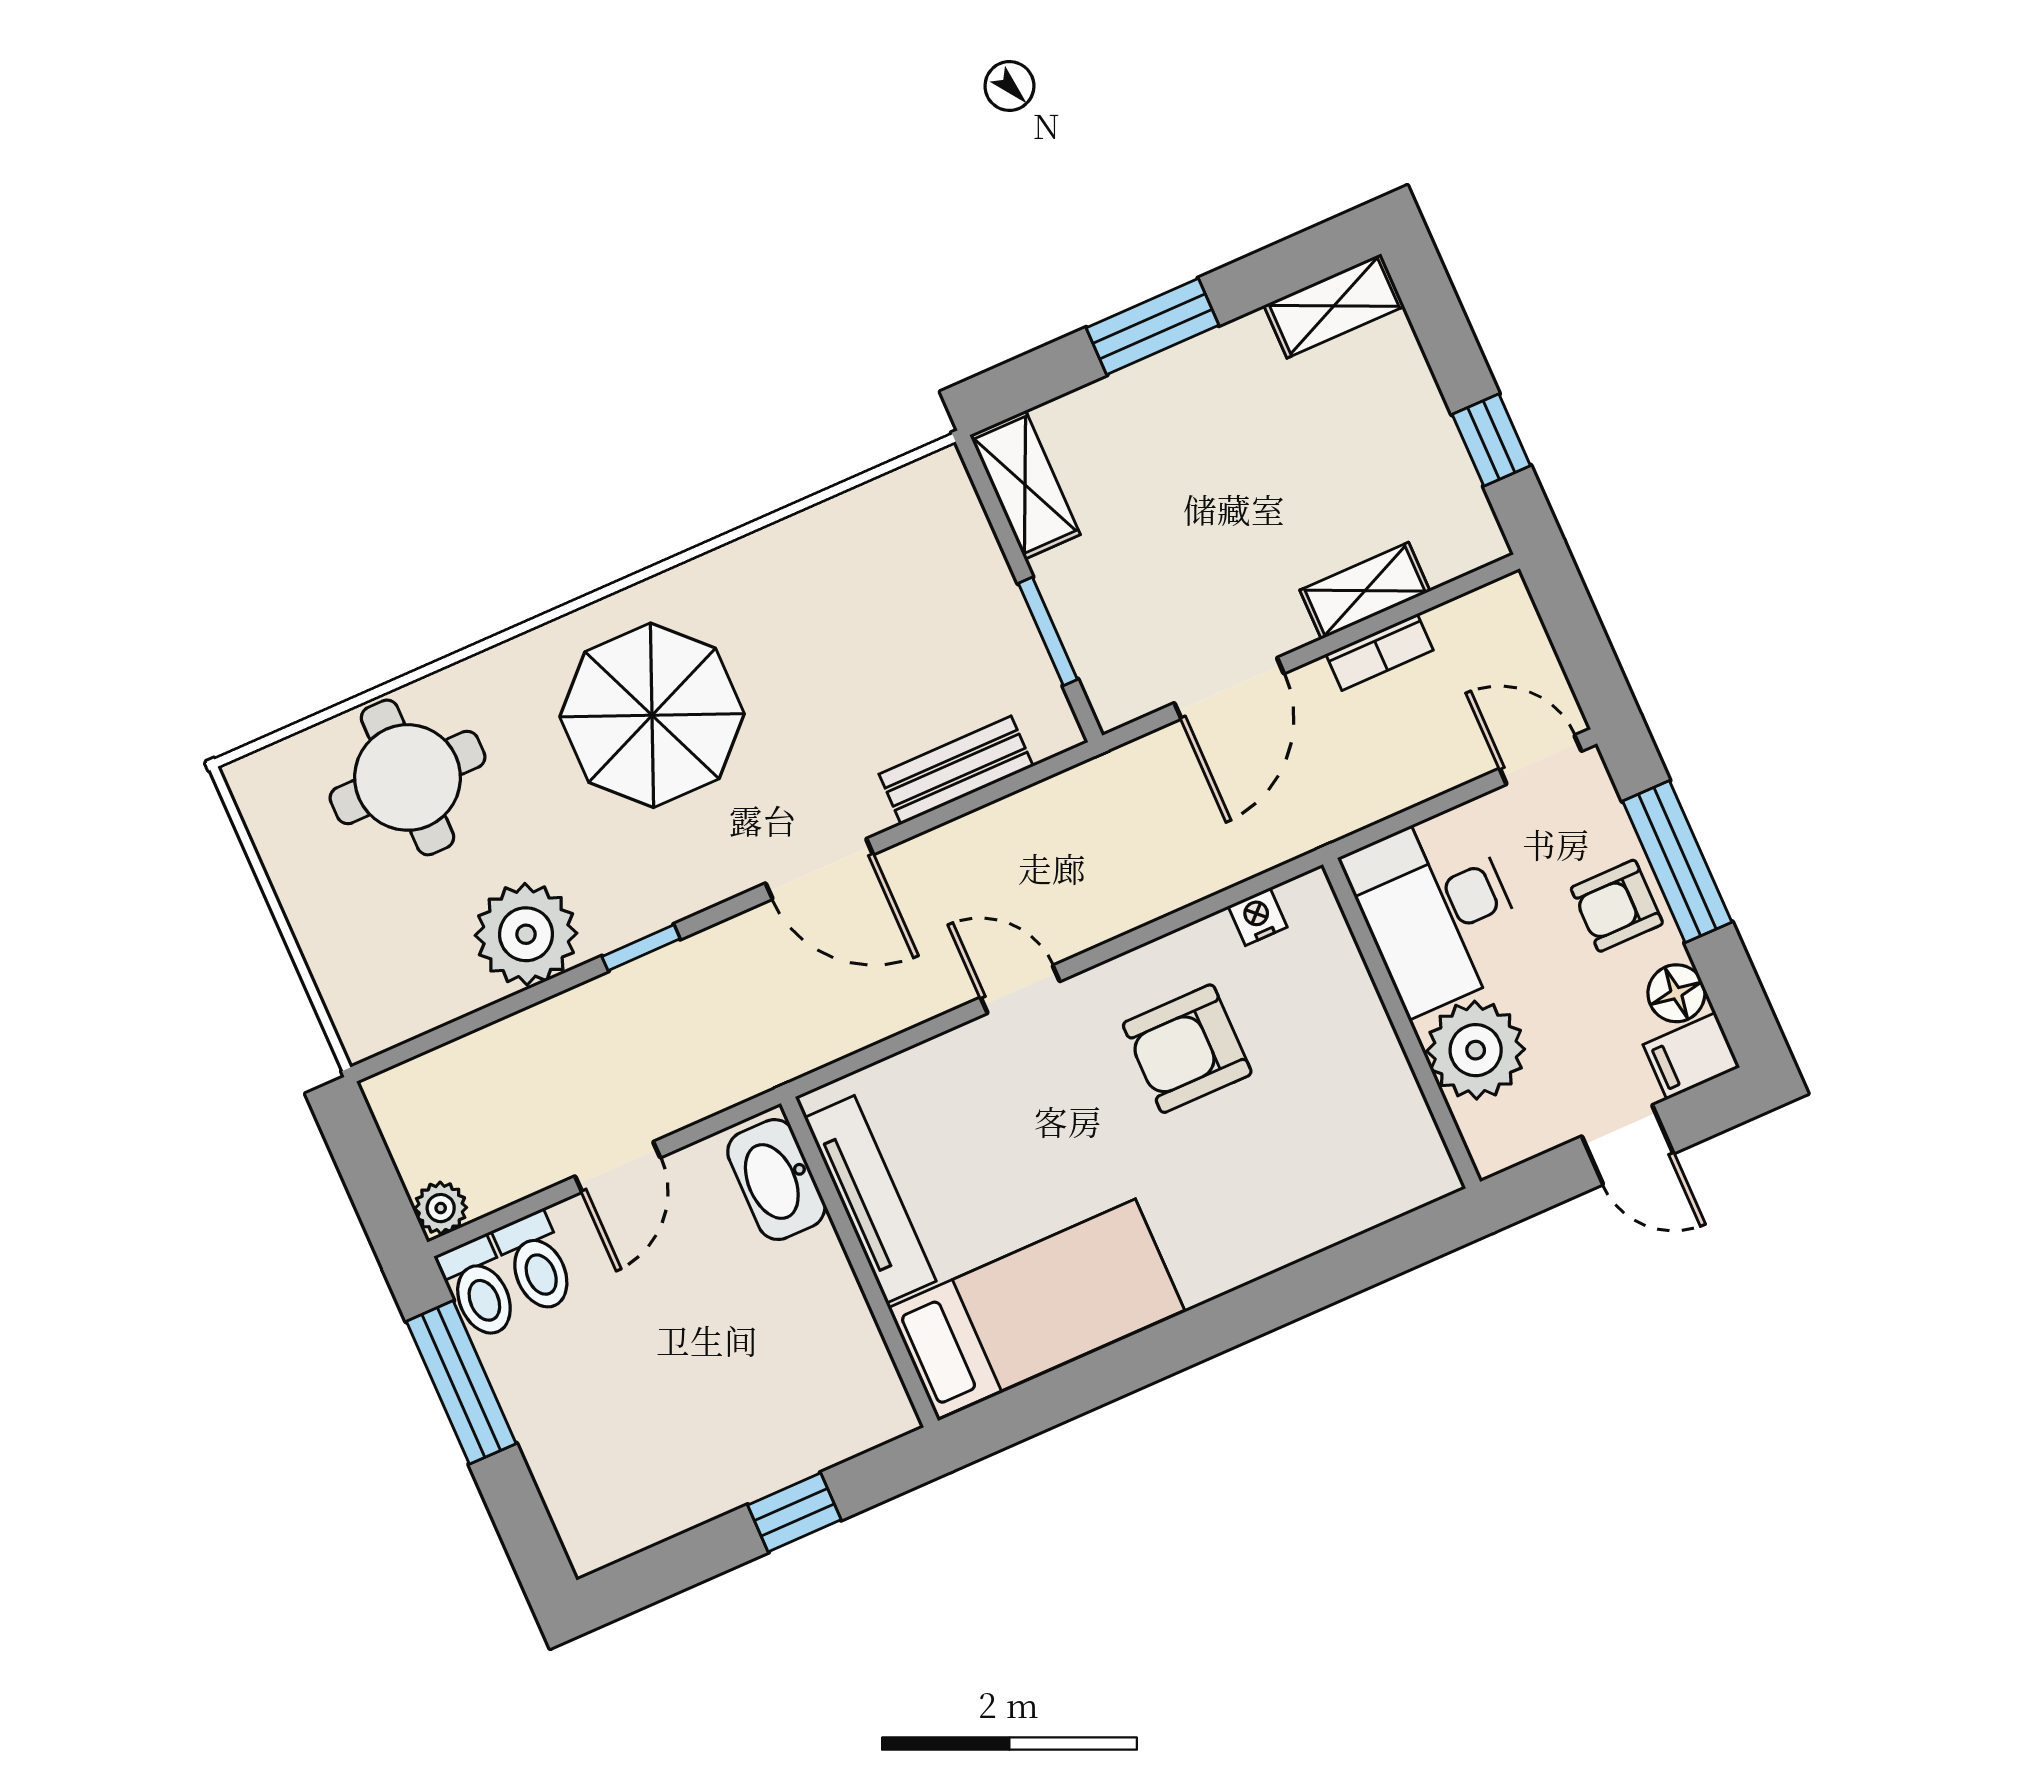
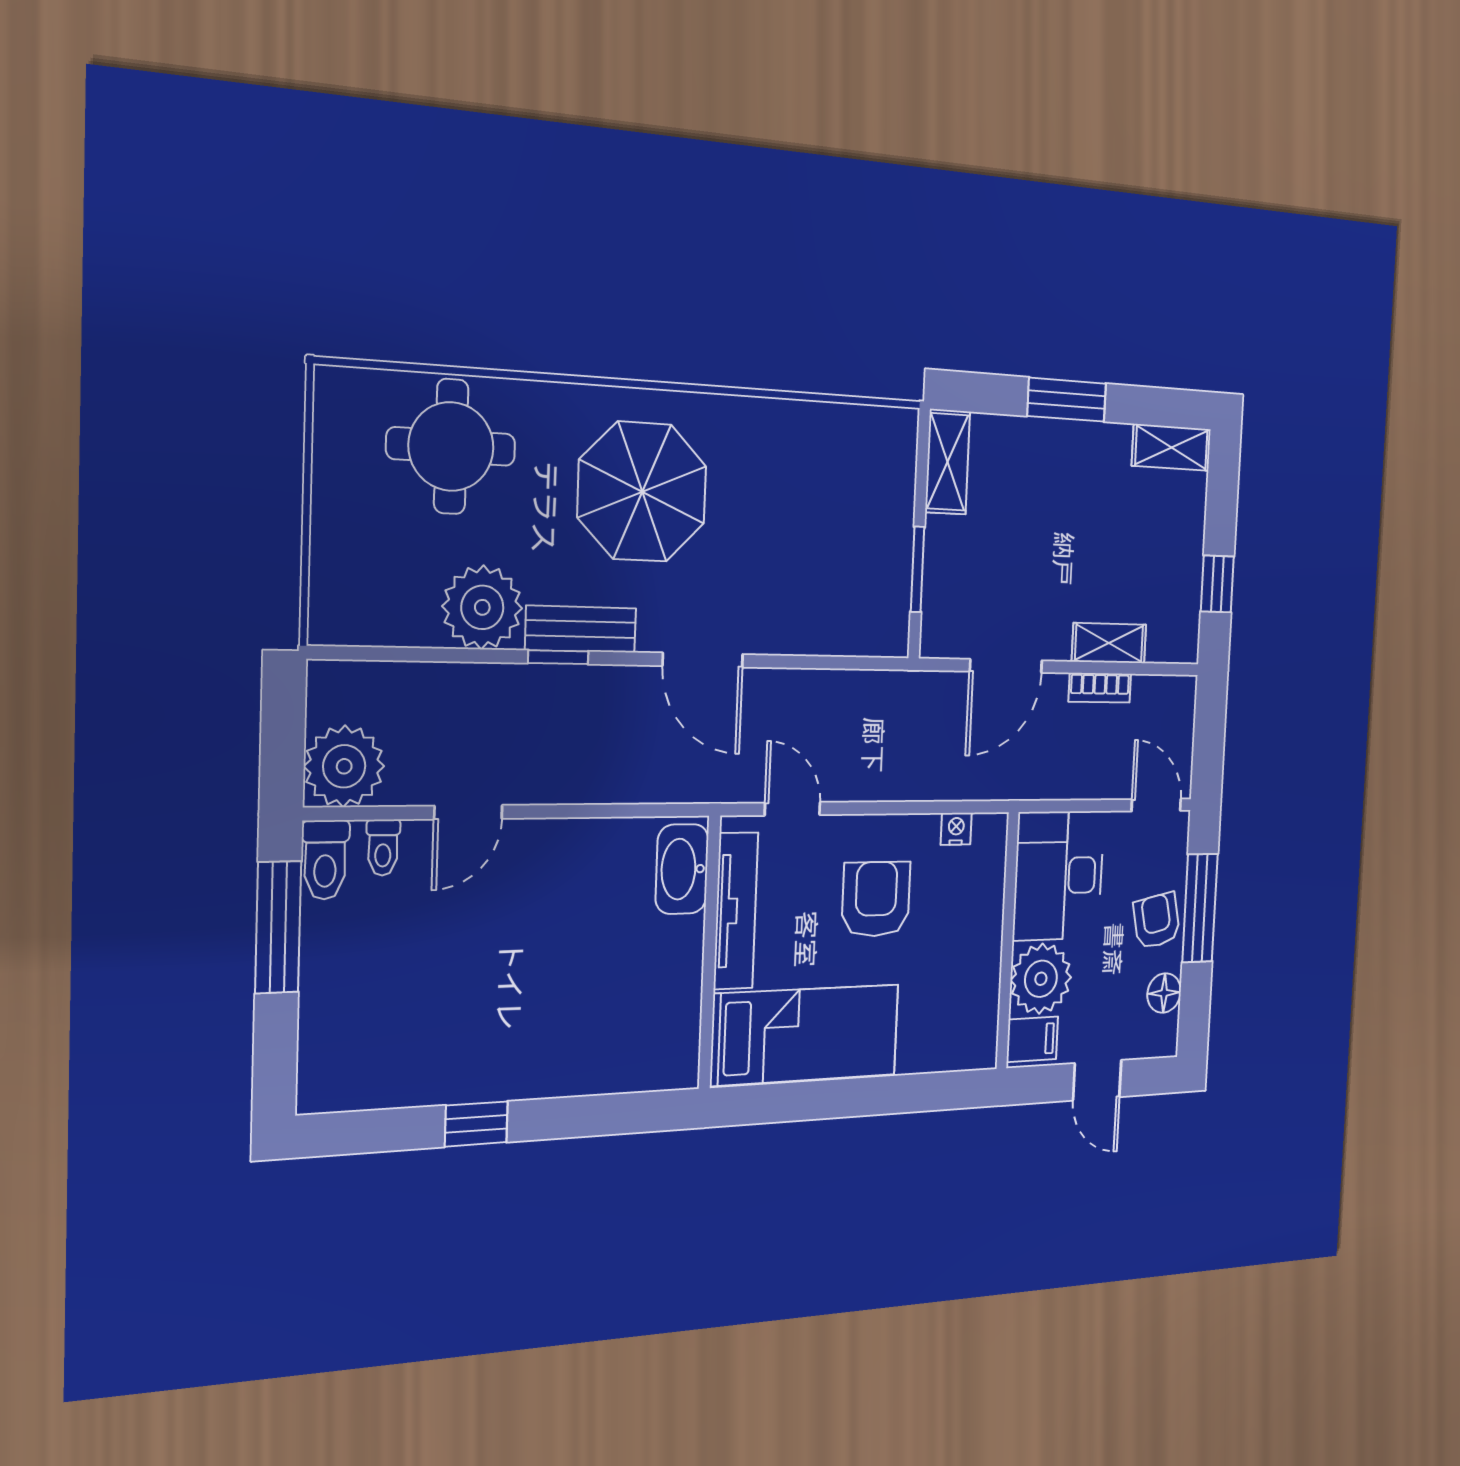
bench: (956, 770) -> (581, 629), moved
armchair: (1617, 906) -> (1157, 921), turned 78
armchair: (1187, 1049) -> (876, 899), turned 90
filing cabinet: (1691, 1056) -> (1032, 1039), moved, turned 180
washbasin: (776, 1180) -> (682, 869), moved
tv unit: (870, 1199) -> (736, 911), moved
plant: (441, 1208) -> (344, 766), width x1.88, depth x1.88
wall: (859, 1262) -> (709, 953), moved
toilet: (536, 1263) -> (383, 848), width x0.73, depth x0.72
bed: (1036, 1309) -> (805, 1035), moved

